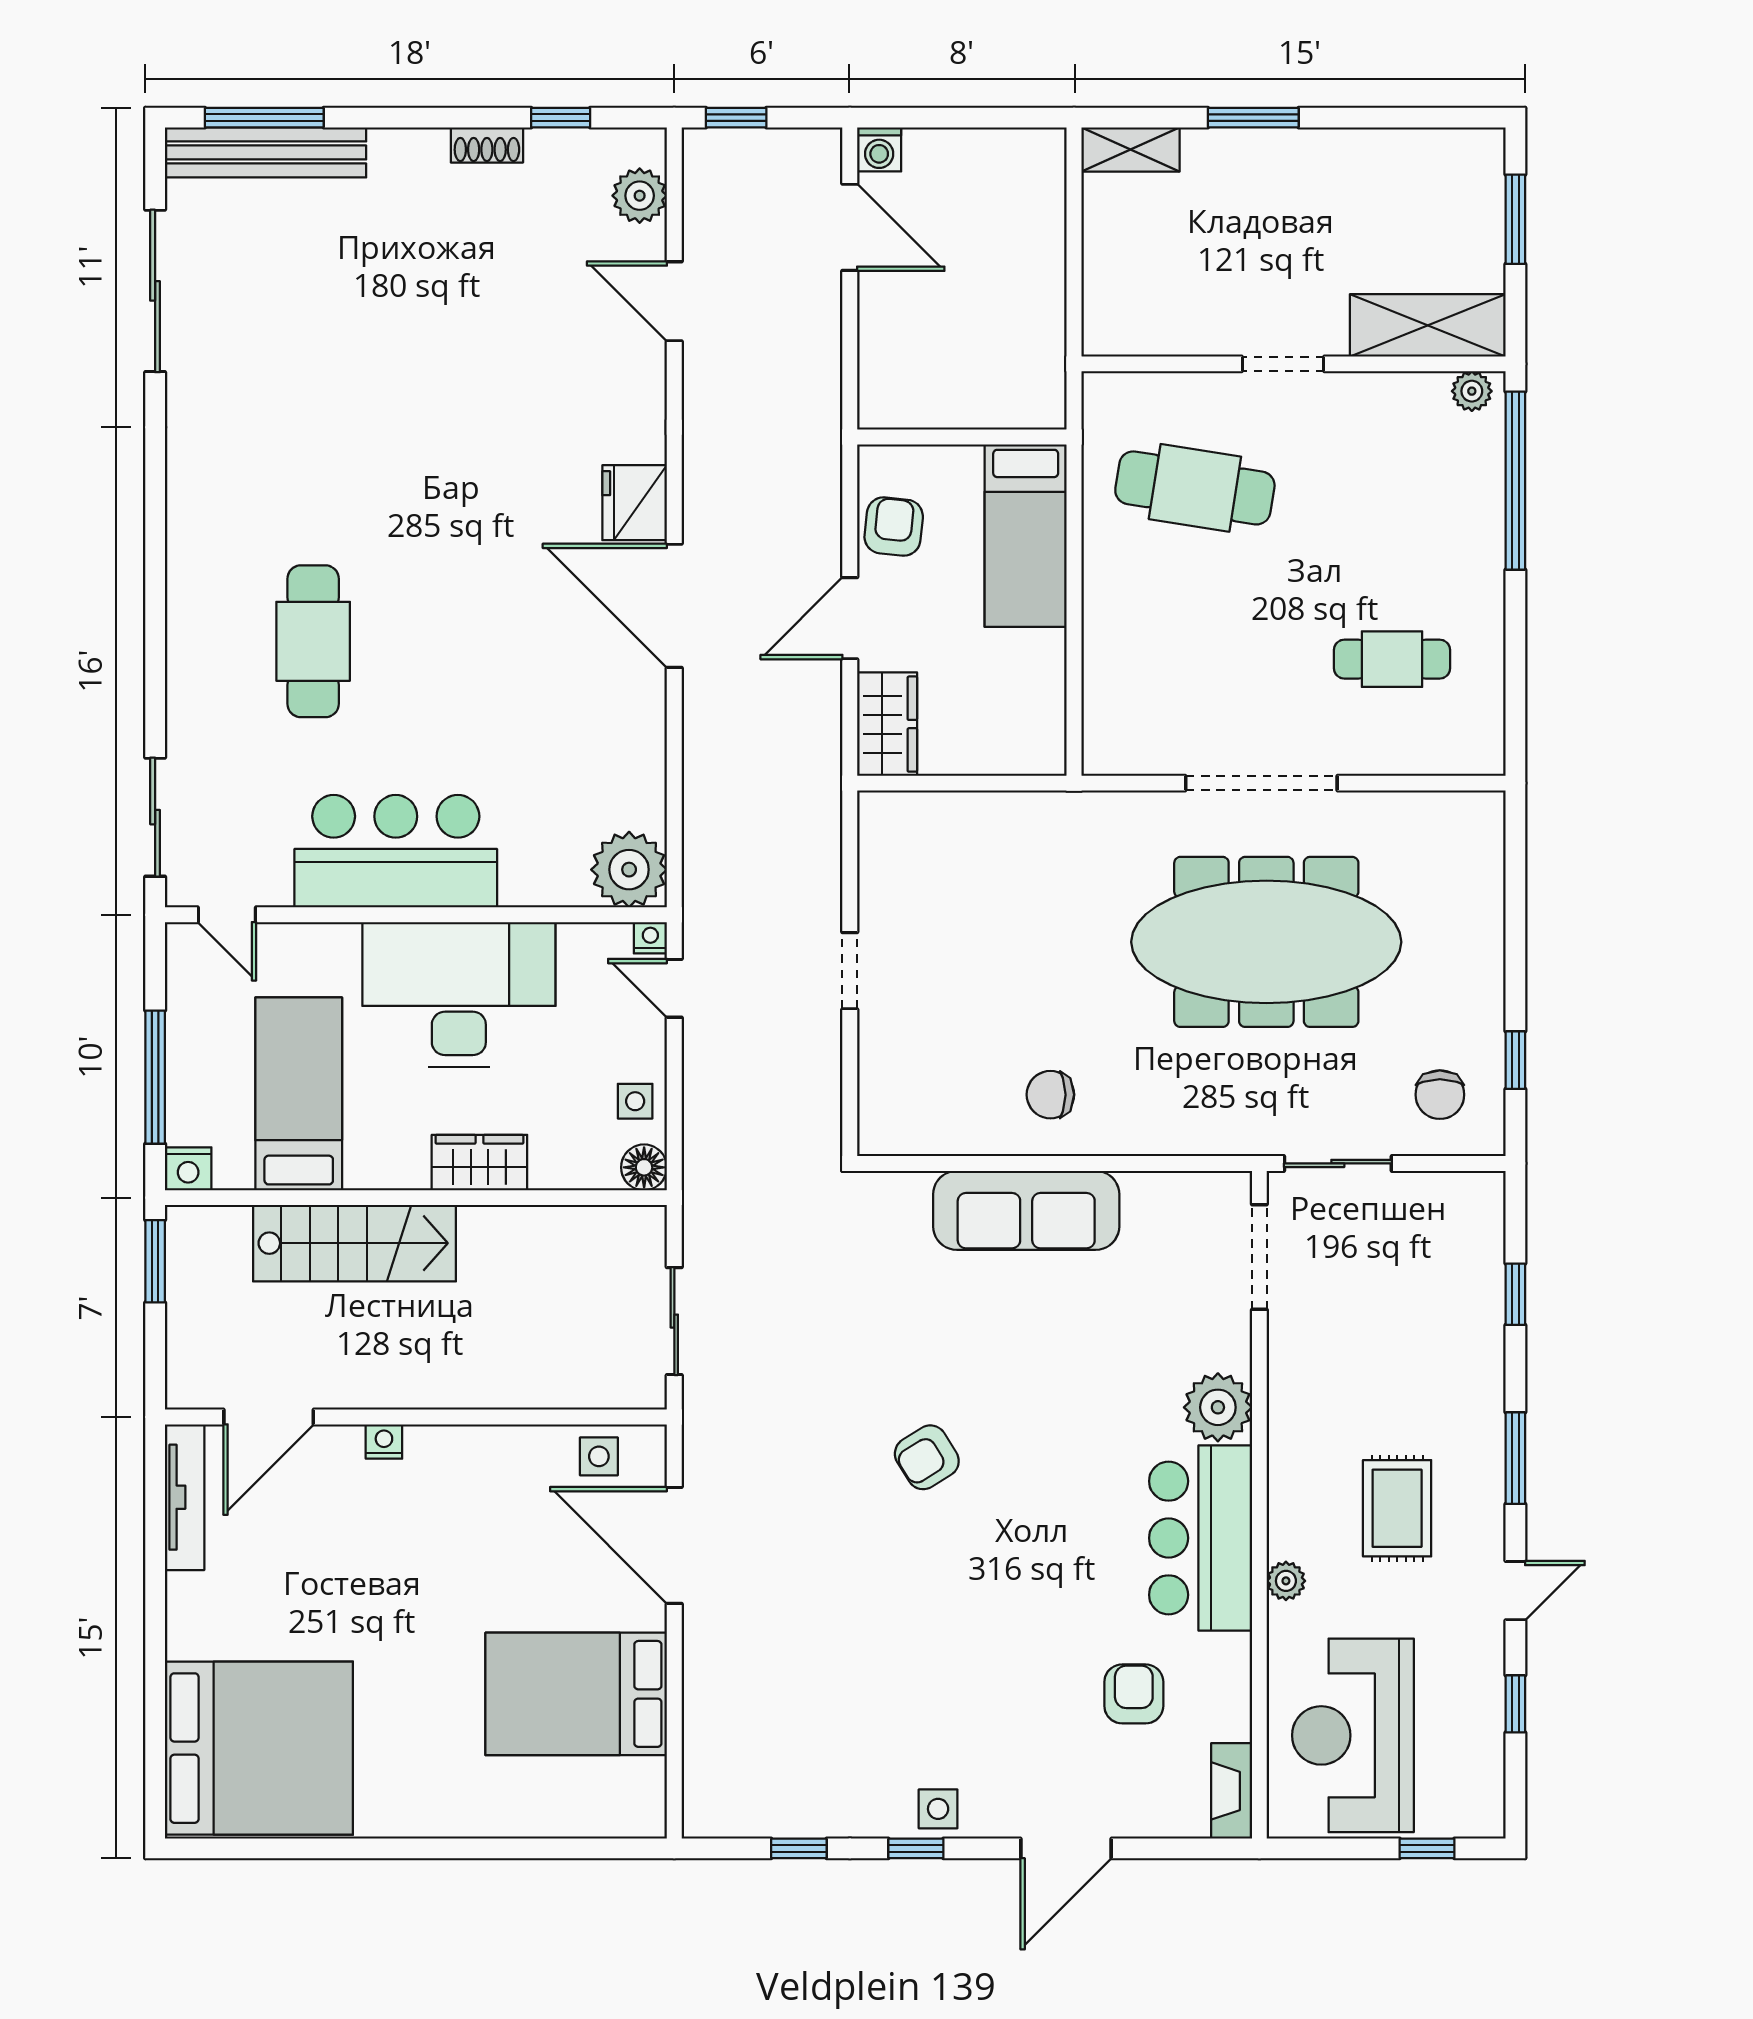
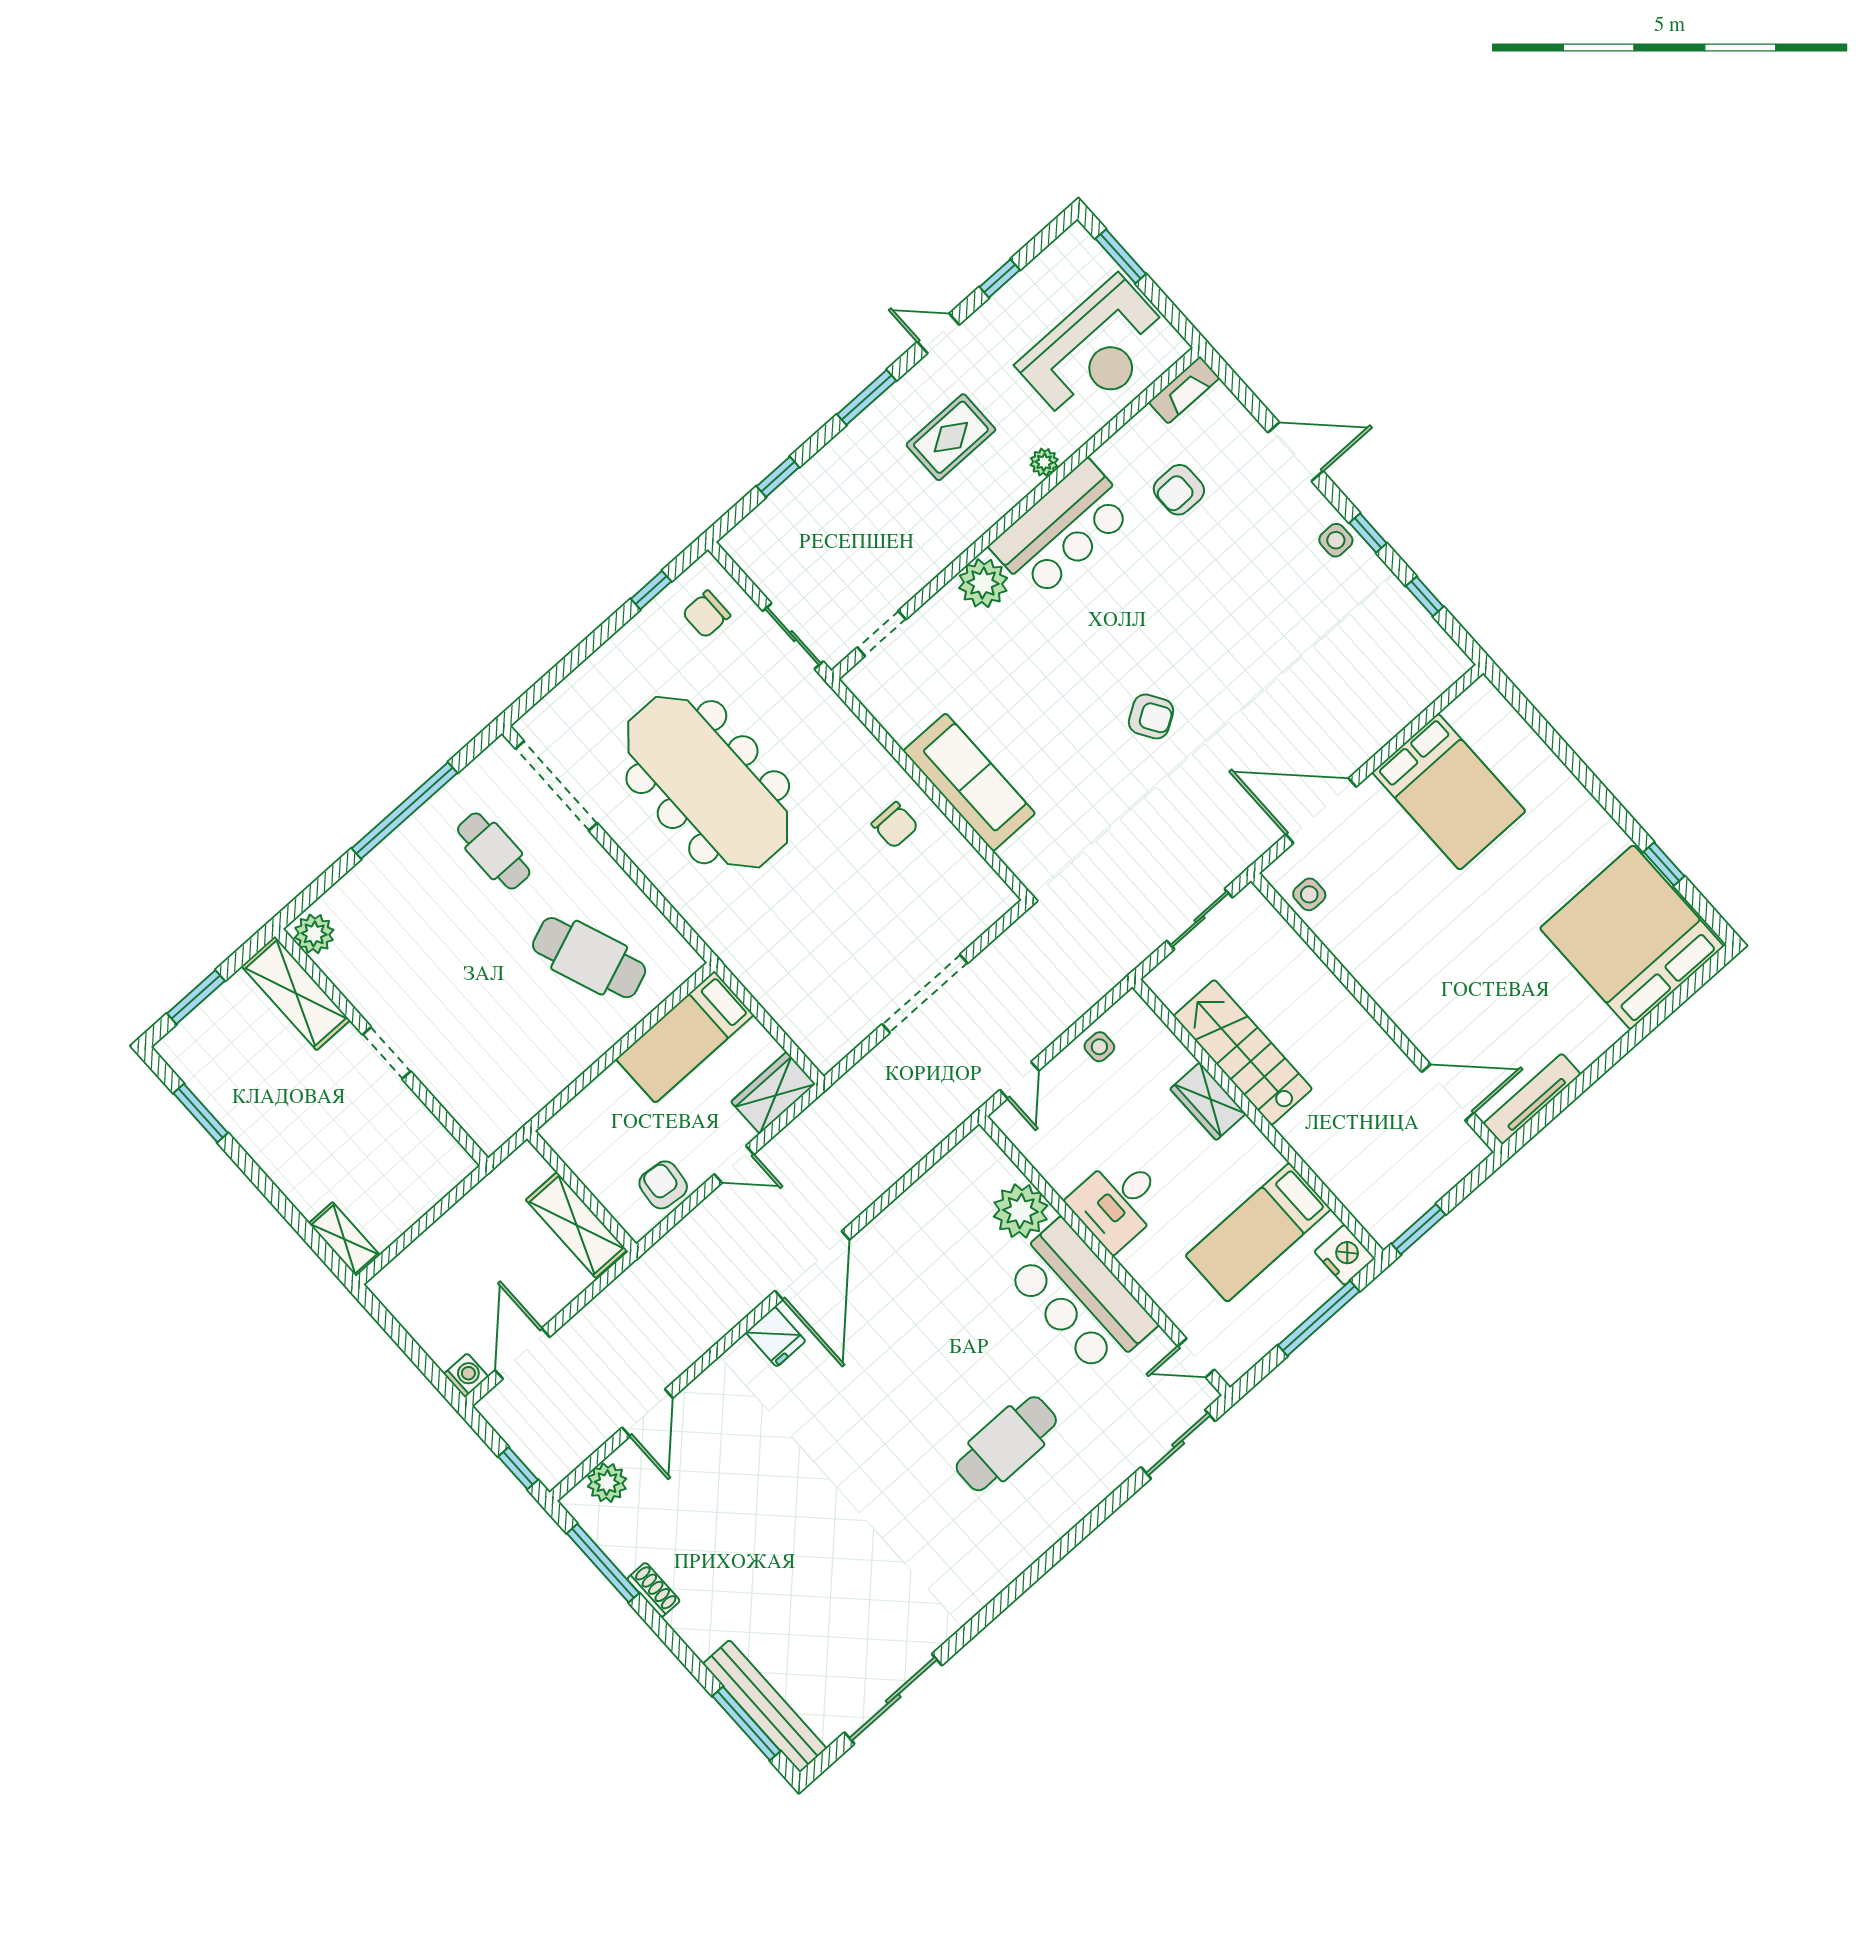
window: (561, 118) -> (603, 1563), width x2.17
window: (1253, 118) -> (201, 1113), moved
plant: (1472, 391) -> (314, 934), width x1.38, depth x1.38
shelving: (932, 401) -> (576, 1225), added
window: (1515, 481) -> (405, 811), moved
cafe table: (1195, 488) -> (589, 958), moved, turned -30
fridge: (635, 503) -> (776, 1337), width x0.72
armchair: (894, 527) -> (663, 1185), turned 90
bed: (1026, 536) -> (685, 1037), moved, turned 180
door: (850, 618) -> (734, 1164), width x0.73
doorway: (1261, 783) -> (556, 786), moved
plant: (629, 870) -> (1021, 1211), moved
door: (227, 915) -> (1196, 1358), swing flipped
nightstand: (650, 938) -> (1004, 1118), removed
doorway: (850, 971) -> (925, 994), width x1.88
desk: (459, 994) -> (1118, 1202), width x0.53, depth x0.77
chair: (1440, 1095) -> (706, 614), turned 180
floor lamp: (644, 1167) -> (1131, 1010), removed
nightstand: (188, 1169) -> (1345, 1255), width x1.36, depth x1.33
stairs: (354, 1243) -> (1243, 1052), moved
doorway: (1259, 1257) -> (882, 633), width x0.73
nightstand: (384, 1442) -> (1405, 1018), removed
door: (674, 1545) -> (1321, 811), swing flipped
window: (304, 1848) -> (1664, 864), added
window: (1427, 1848) -> (1121, 256), width x1.50

